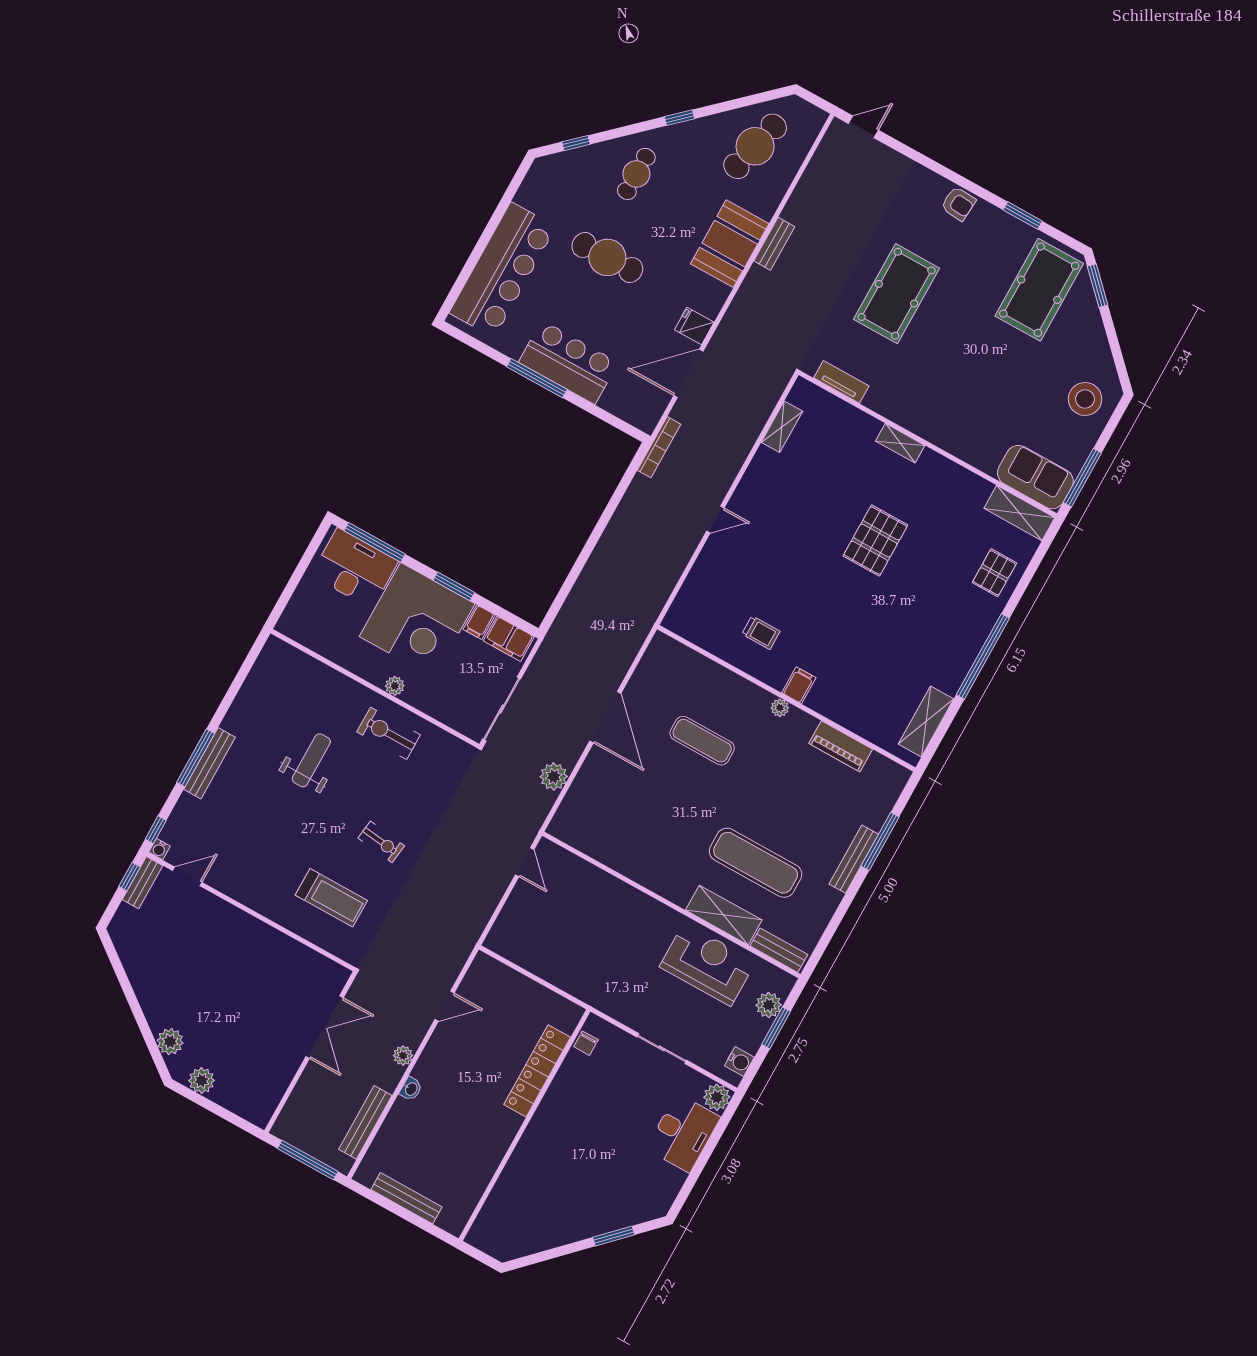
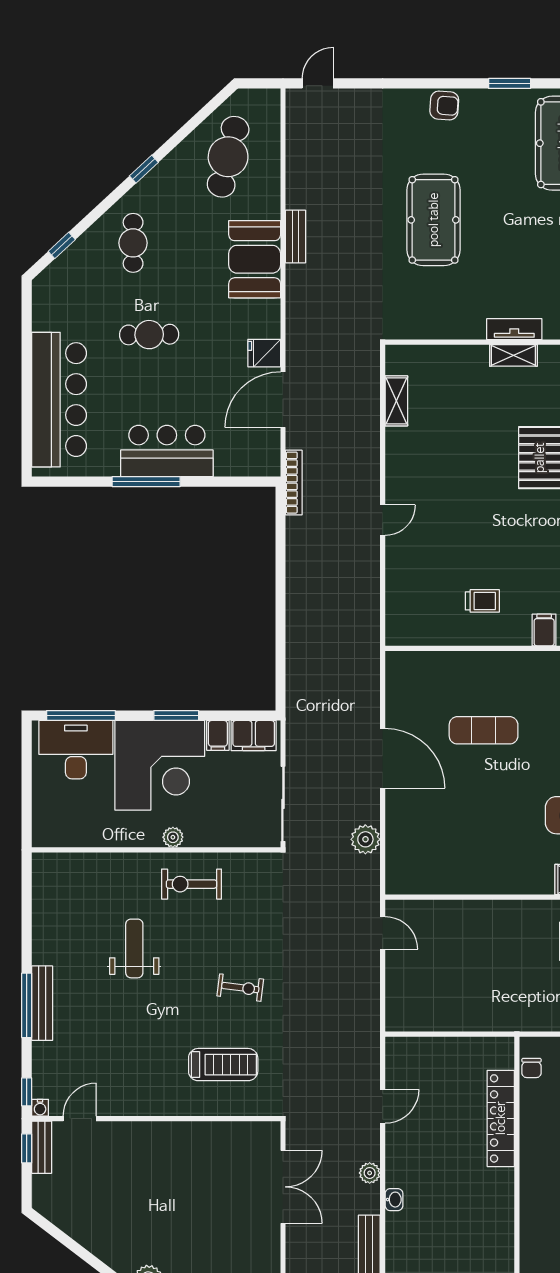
cafe table: (607, 257) -> (149, 335), width x0.73, depth x0.74
tv unit: (841, 382) -> (514, 329), moved
plant: (780, 708) -> (538, 660), removed

